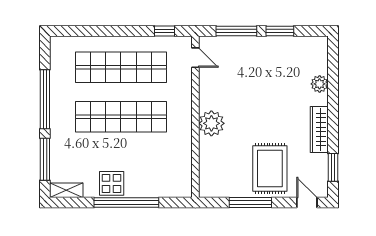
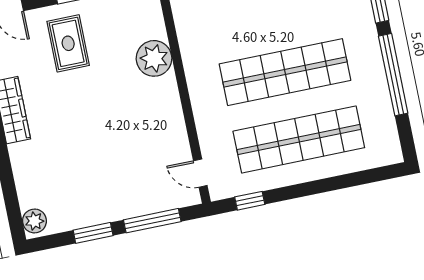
plant: (320, 84) -> (34, 221), moved
plant: (211, 123) -> (154, 58), moved
rug: (270, 169) -> (68, 43), width x0.73, depth x0.70

